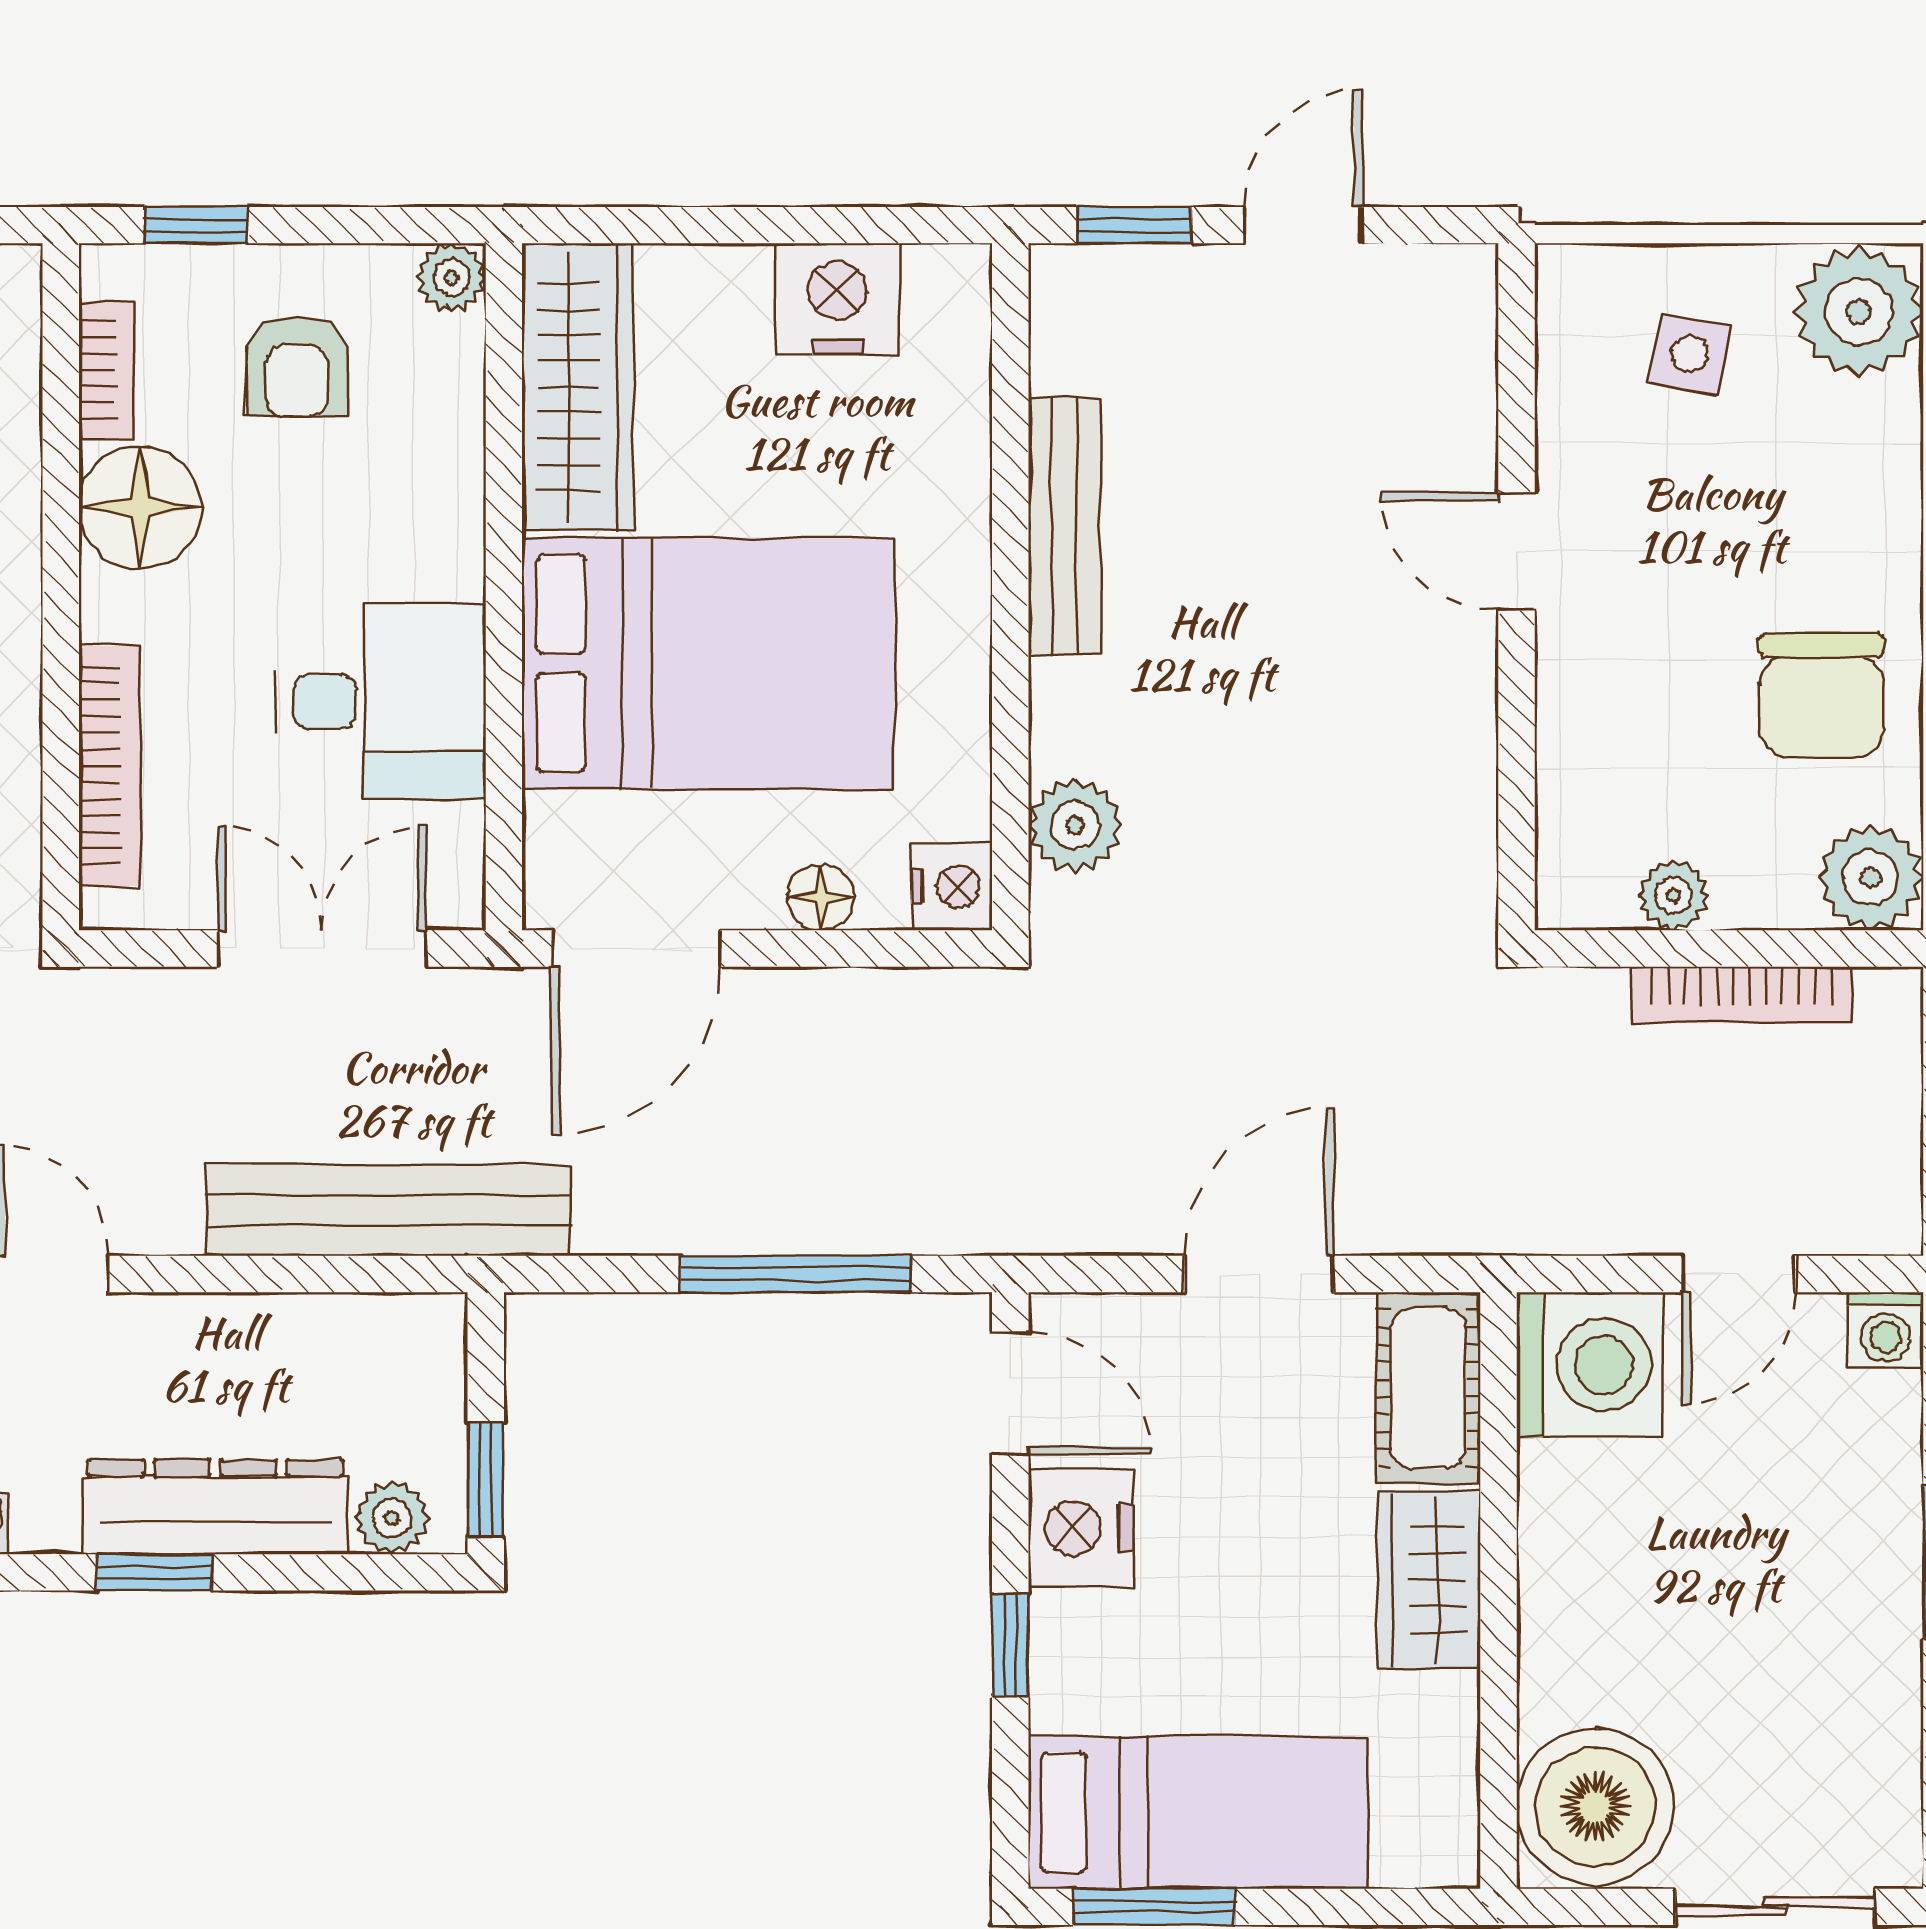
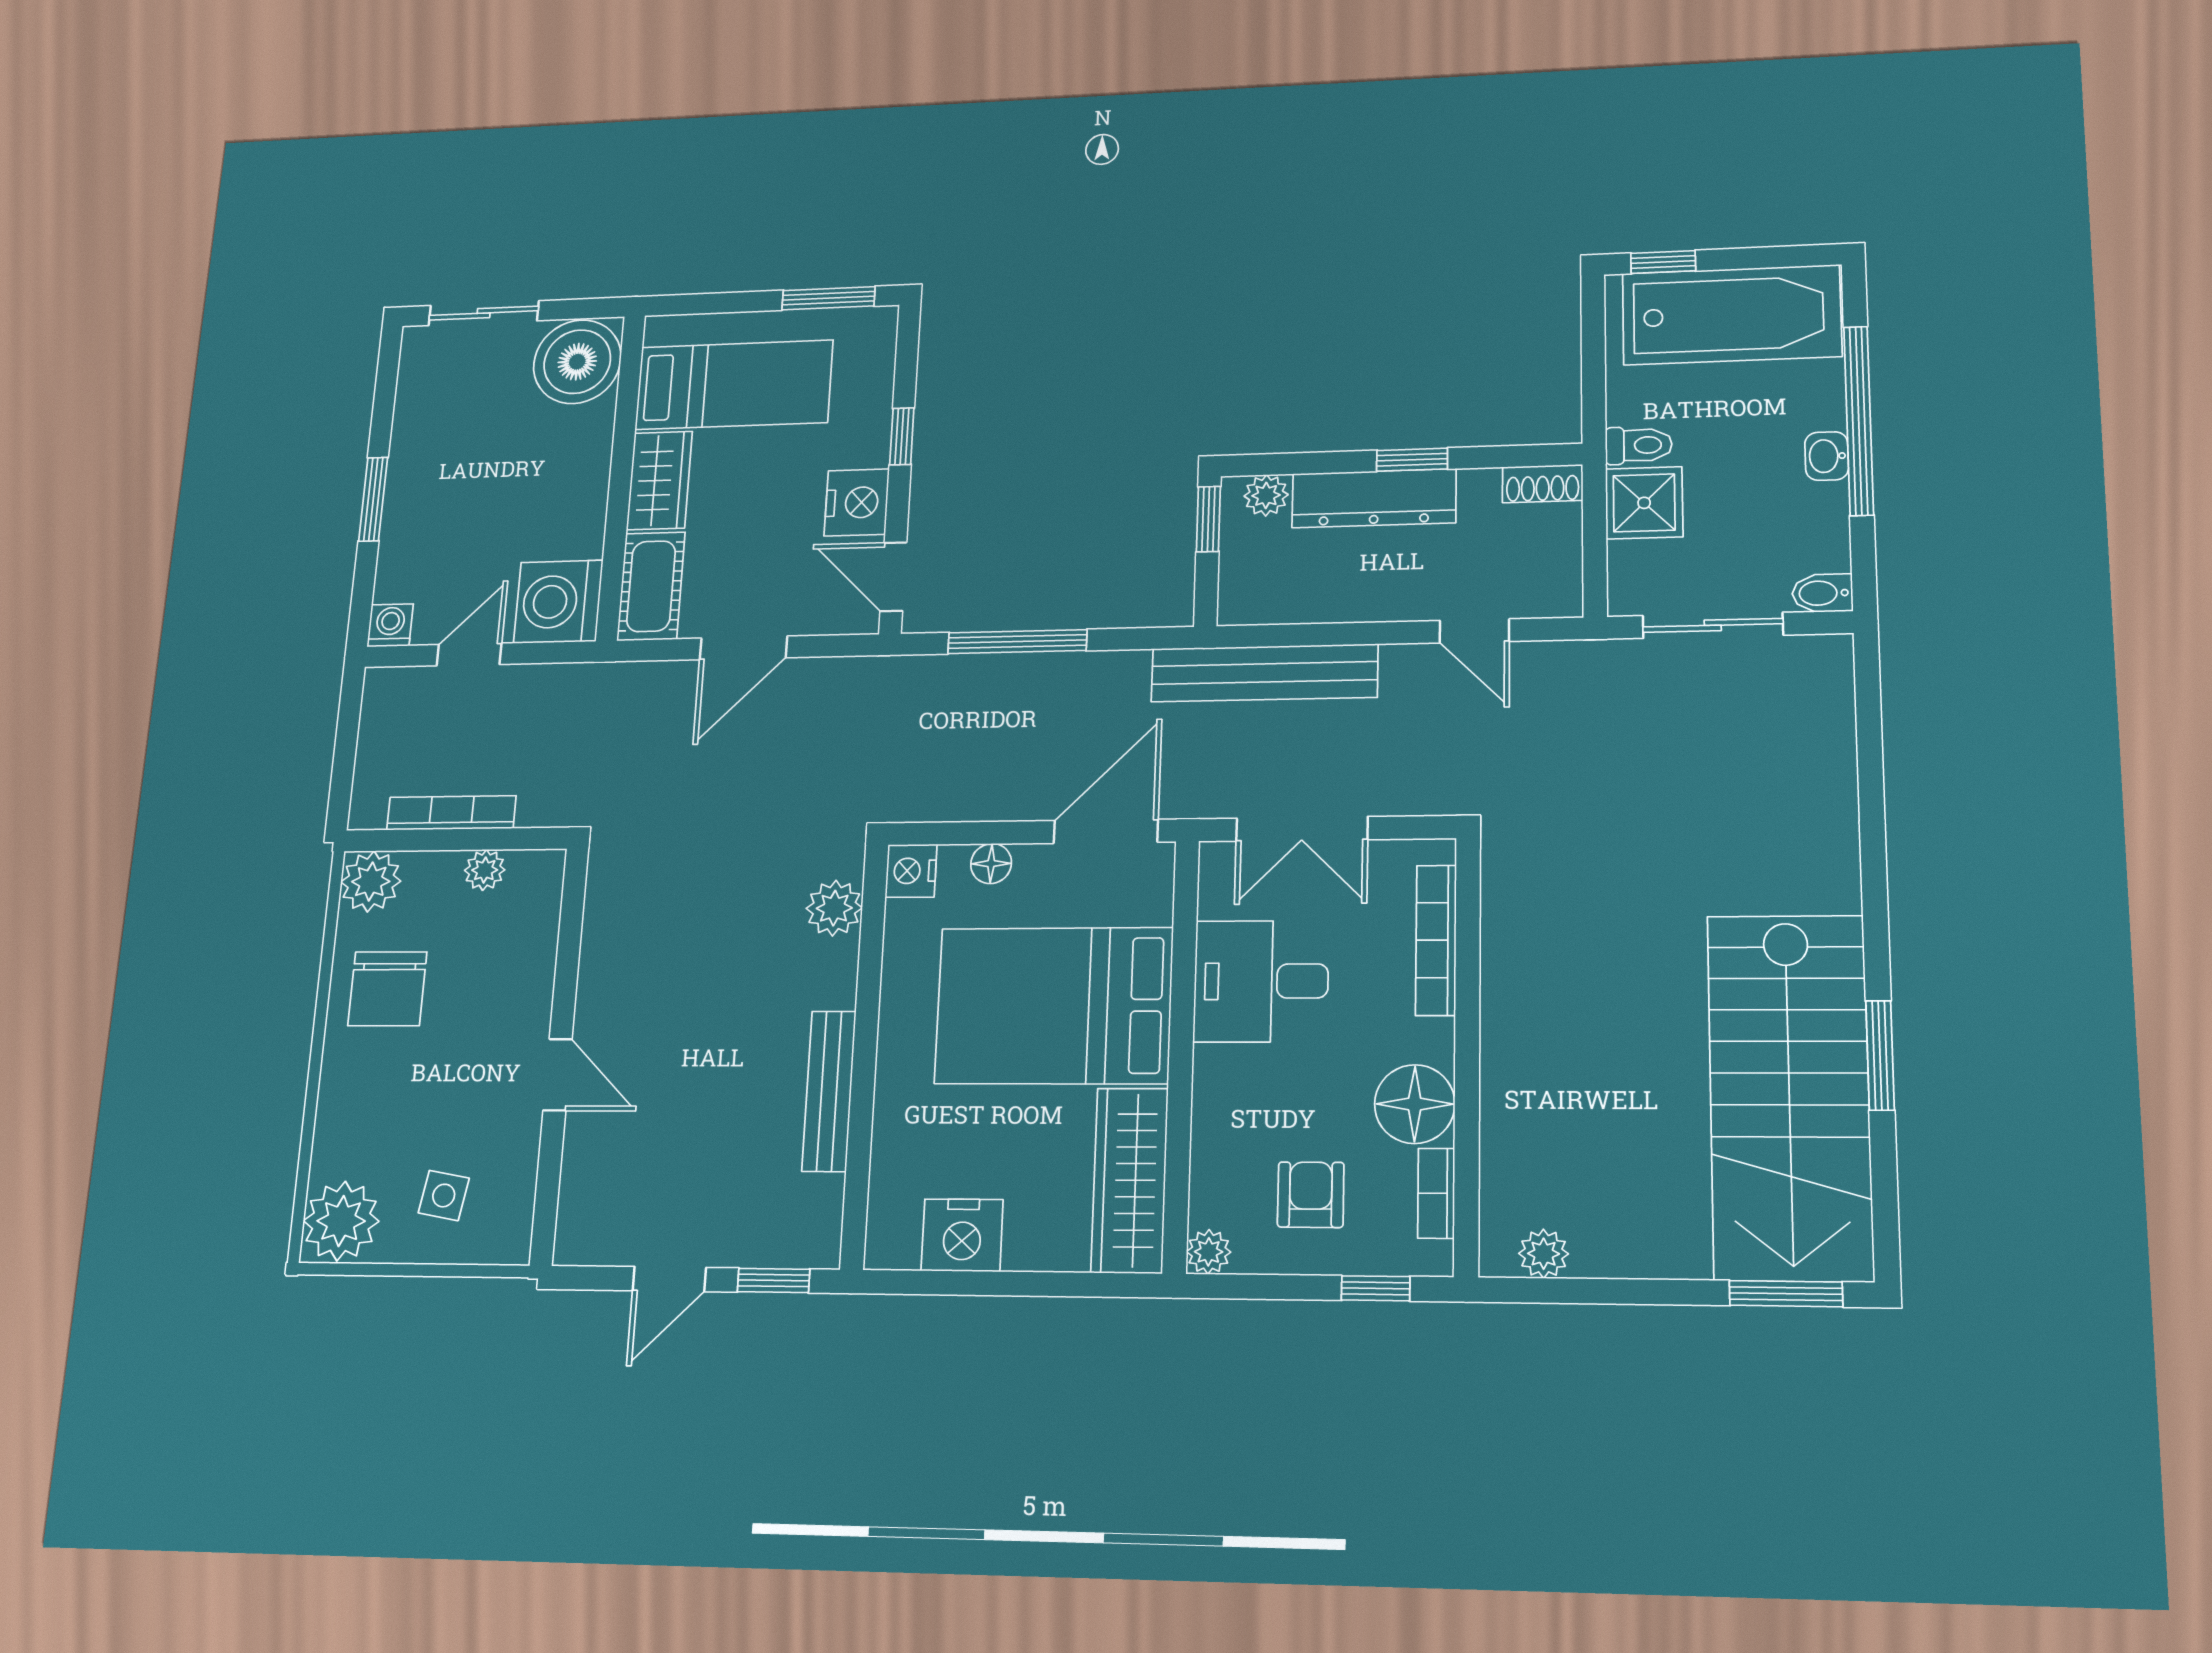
chair: (1822, 695) -> (387, 989), turned 180
bed: (1198, 1812) -> (734, 385), moved, turned 180

